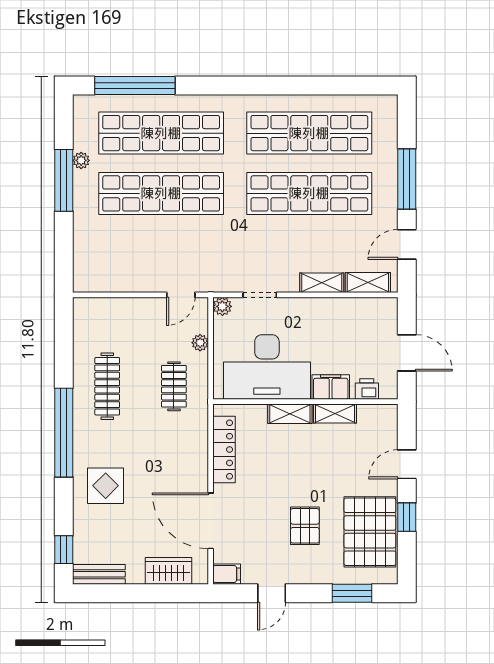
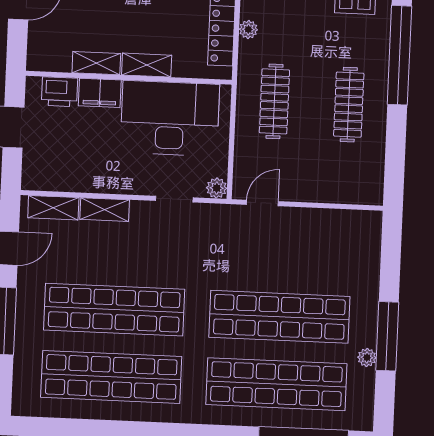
plant: (200, 343) -> (248, 29), moved
clothes rail: (174, 386) -> (274, 101), width x1.36
printer: (367, 389) -> (60, 92), width x1.36, depth x1.24

